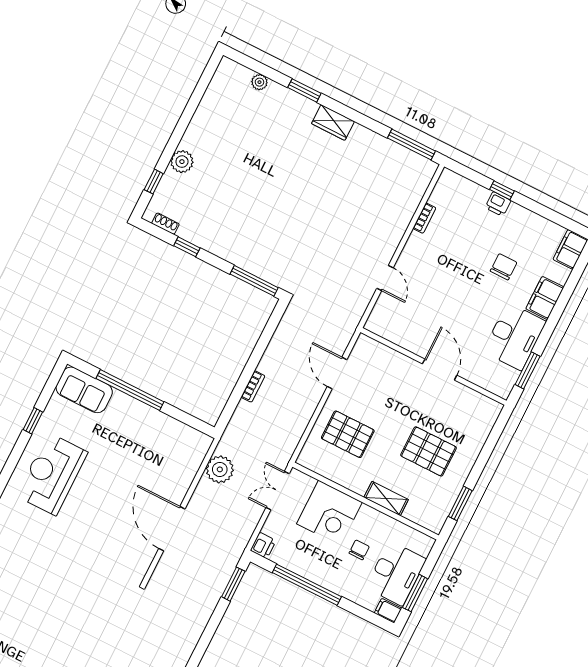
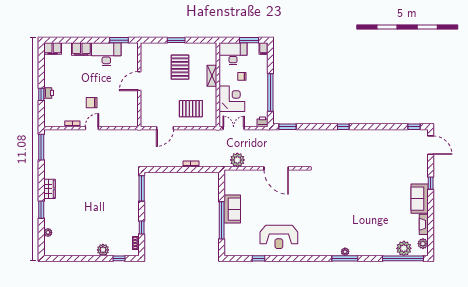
chair: (504, 267) -> (92, 103), moved
door: (385, 278) -> (92, 128), moved
sofa: (84, 390) -> (232, 209), moved
pallet: (348, 434) -> (191, 109), turned 90
double door: (278, 491) -> (234, 128), swing flipped
window: (460, 503) -> (176, 40), moved
door: (172, 529) -> (276, 168), hinge flipped
desk: (396, 573) -> (233, 54), moved

